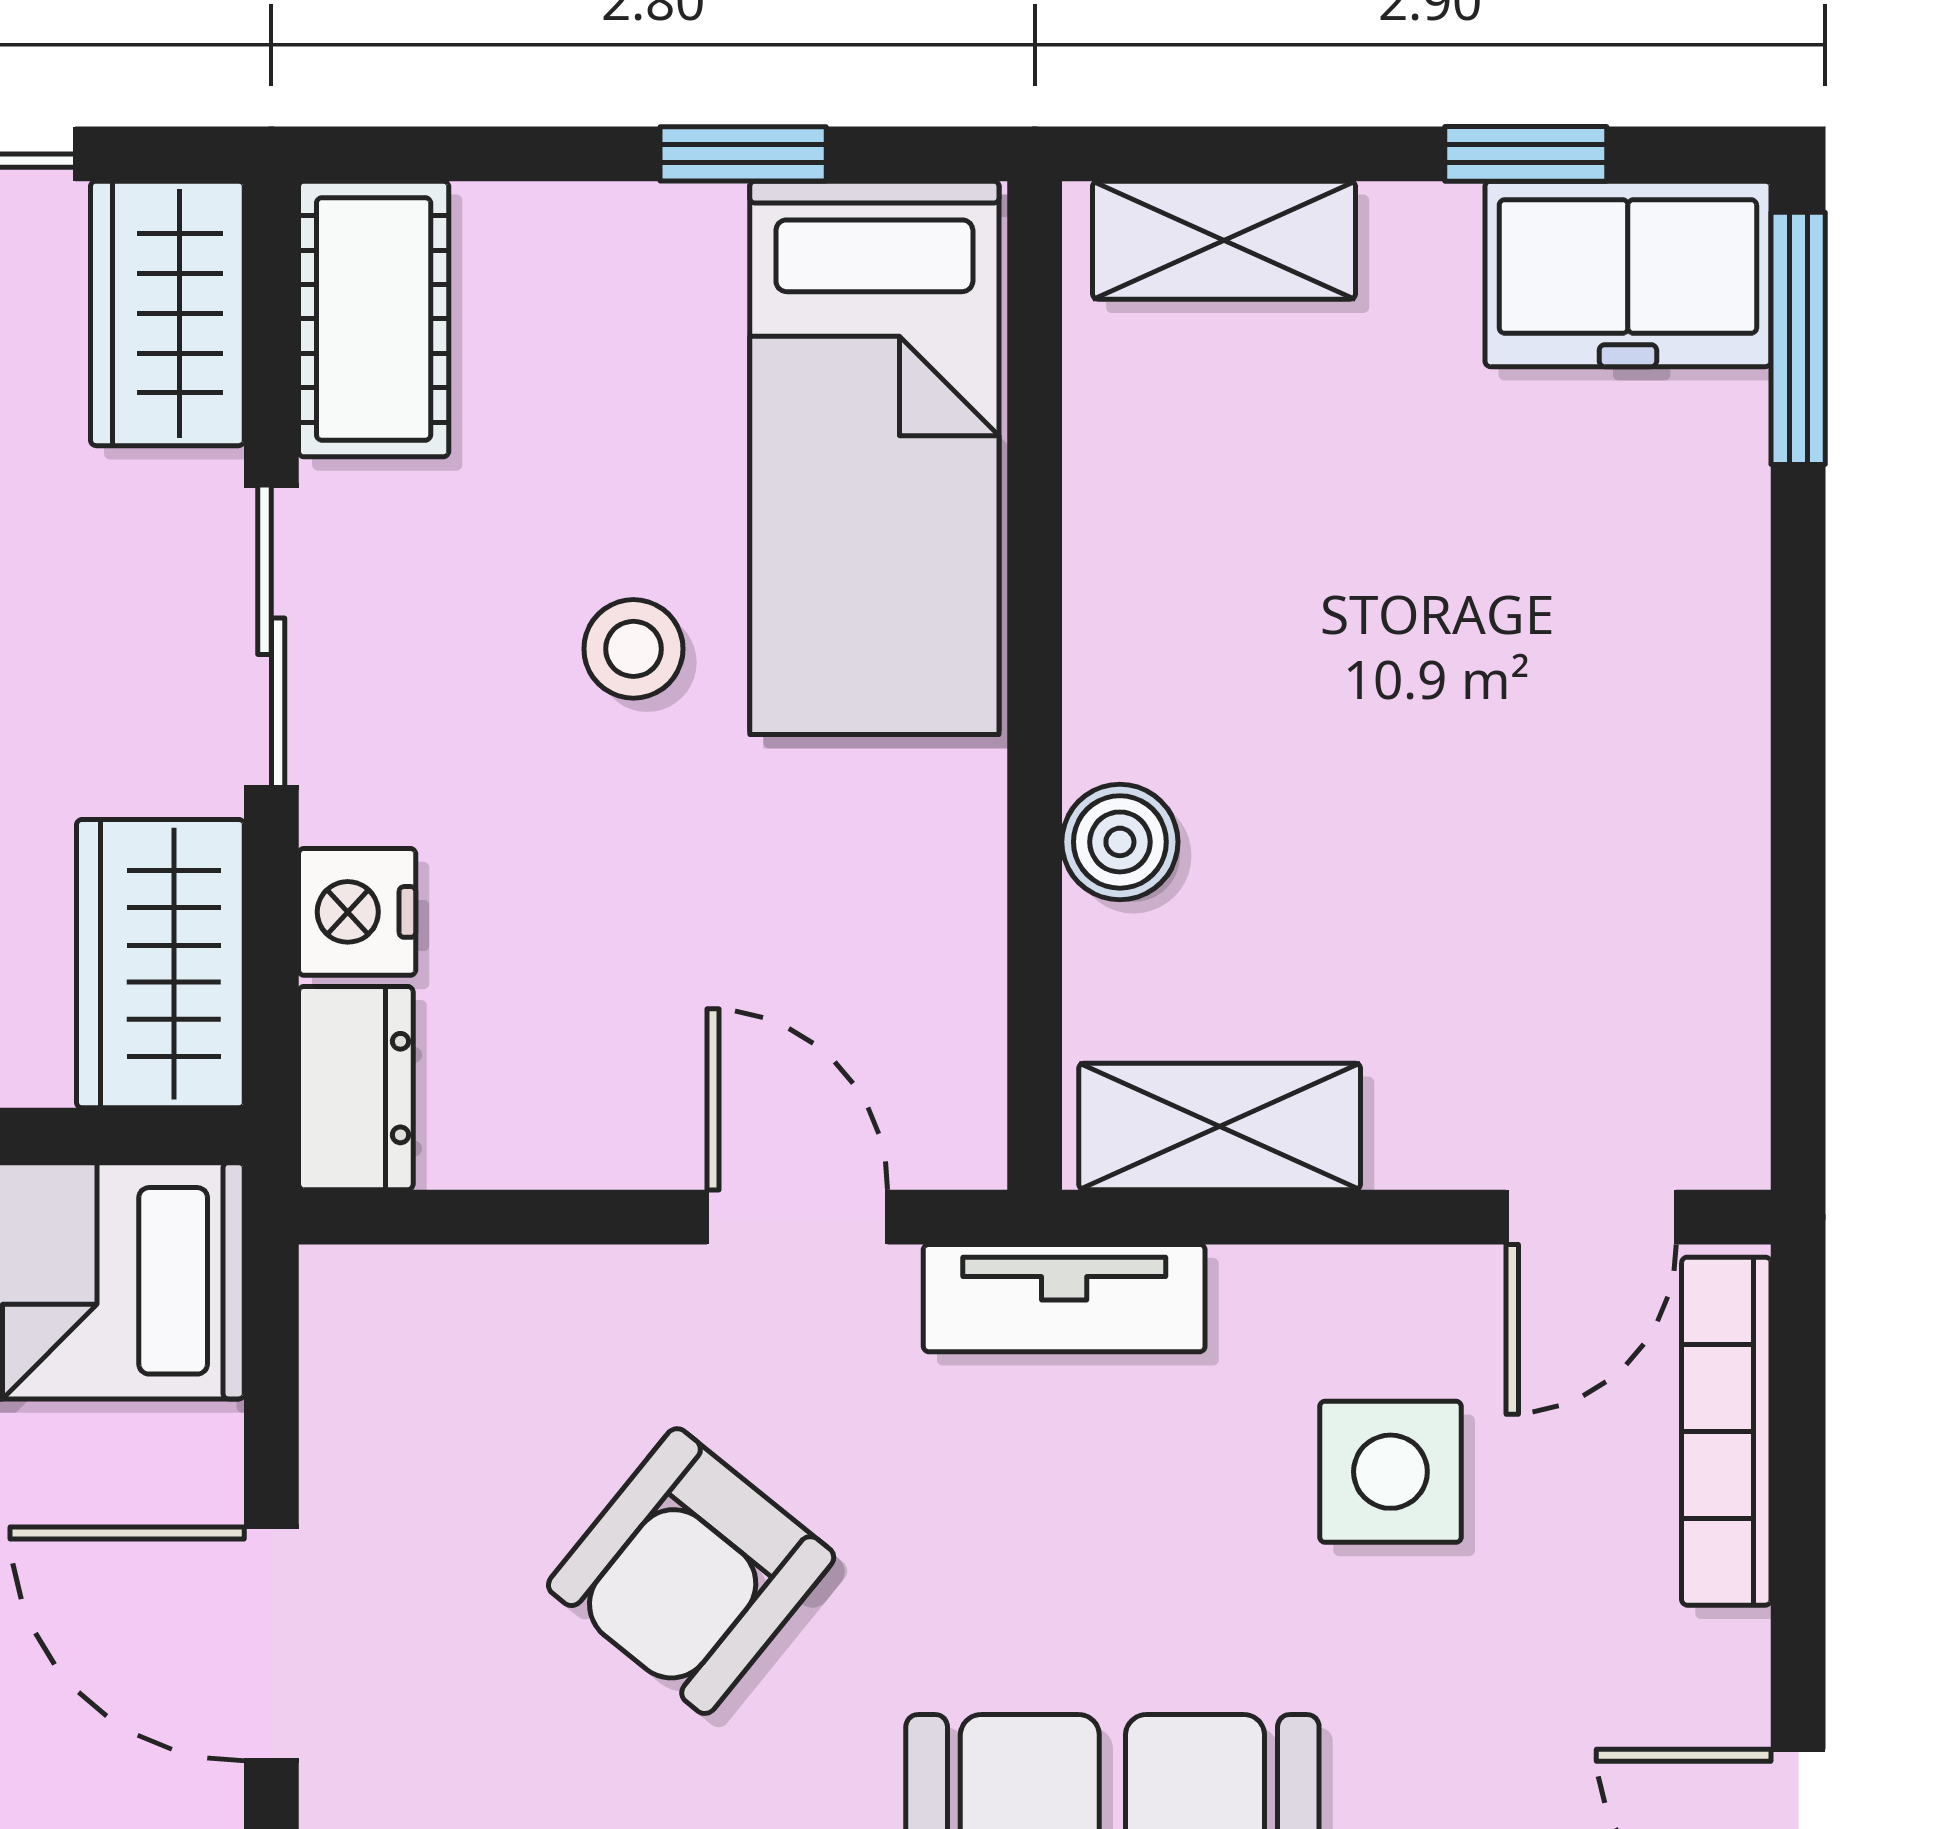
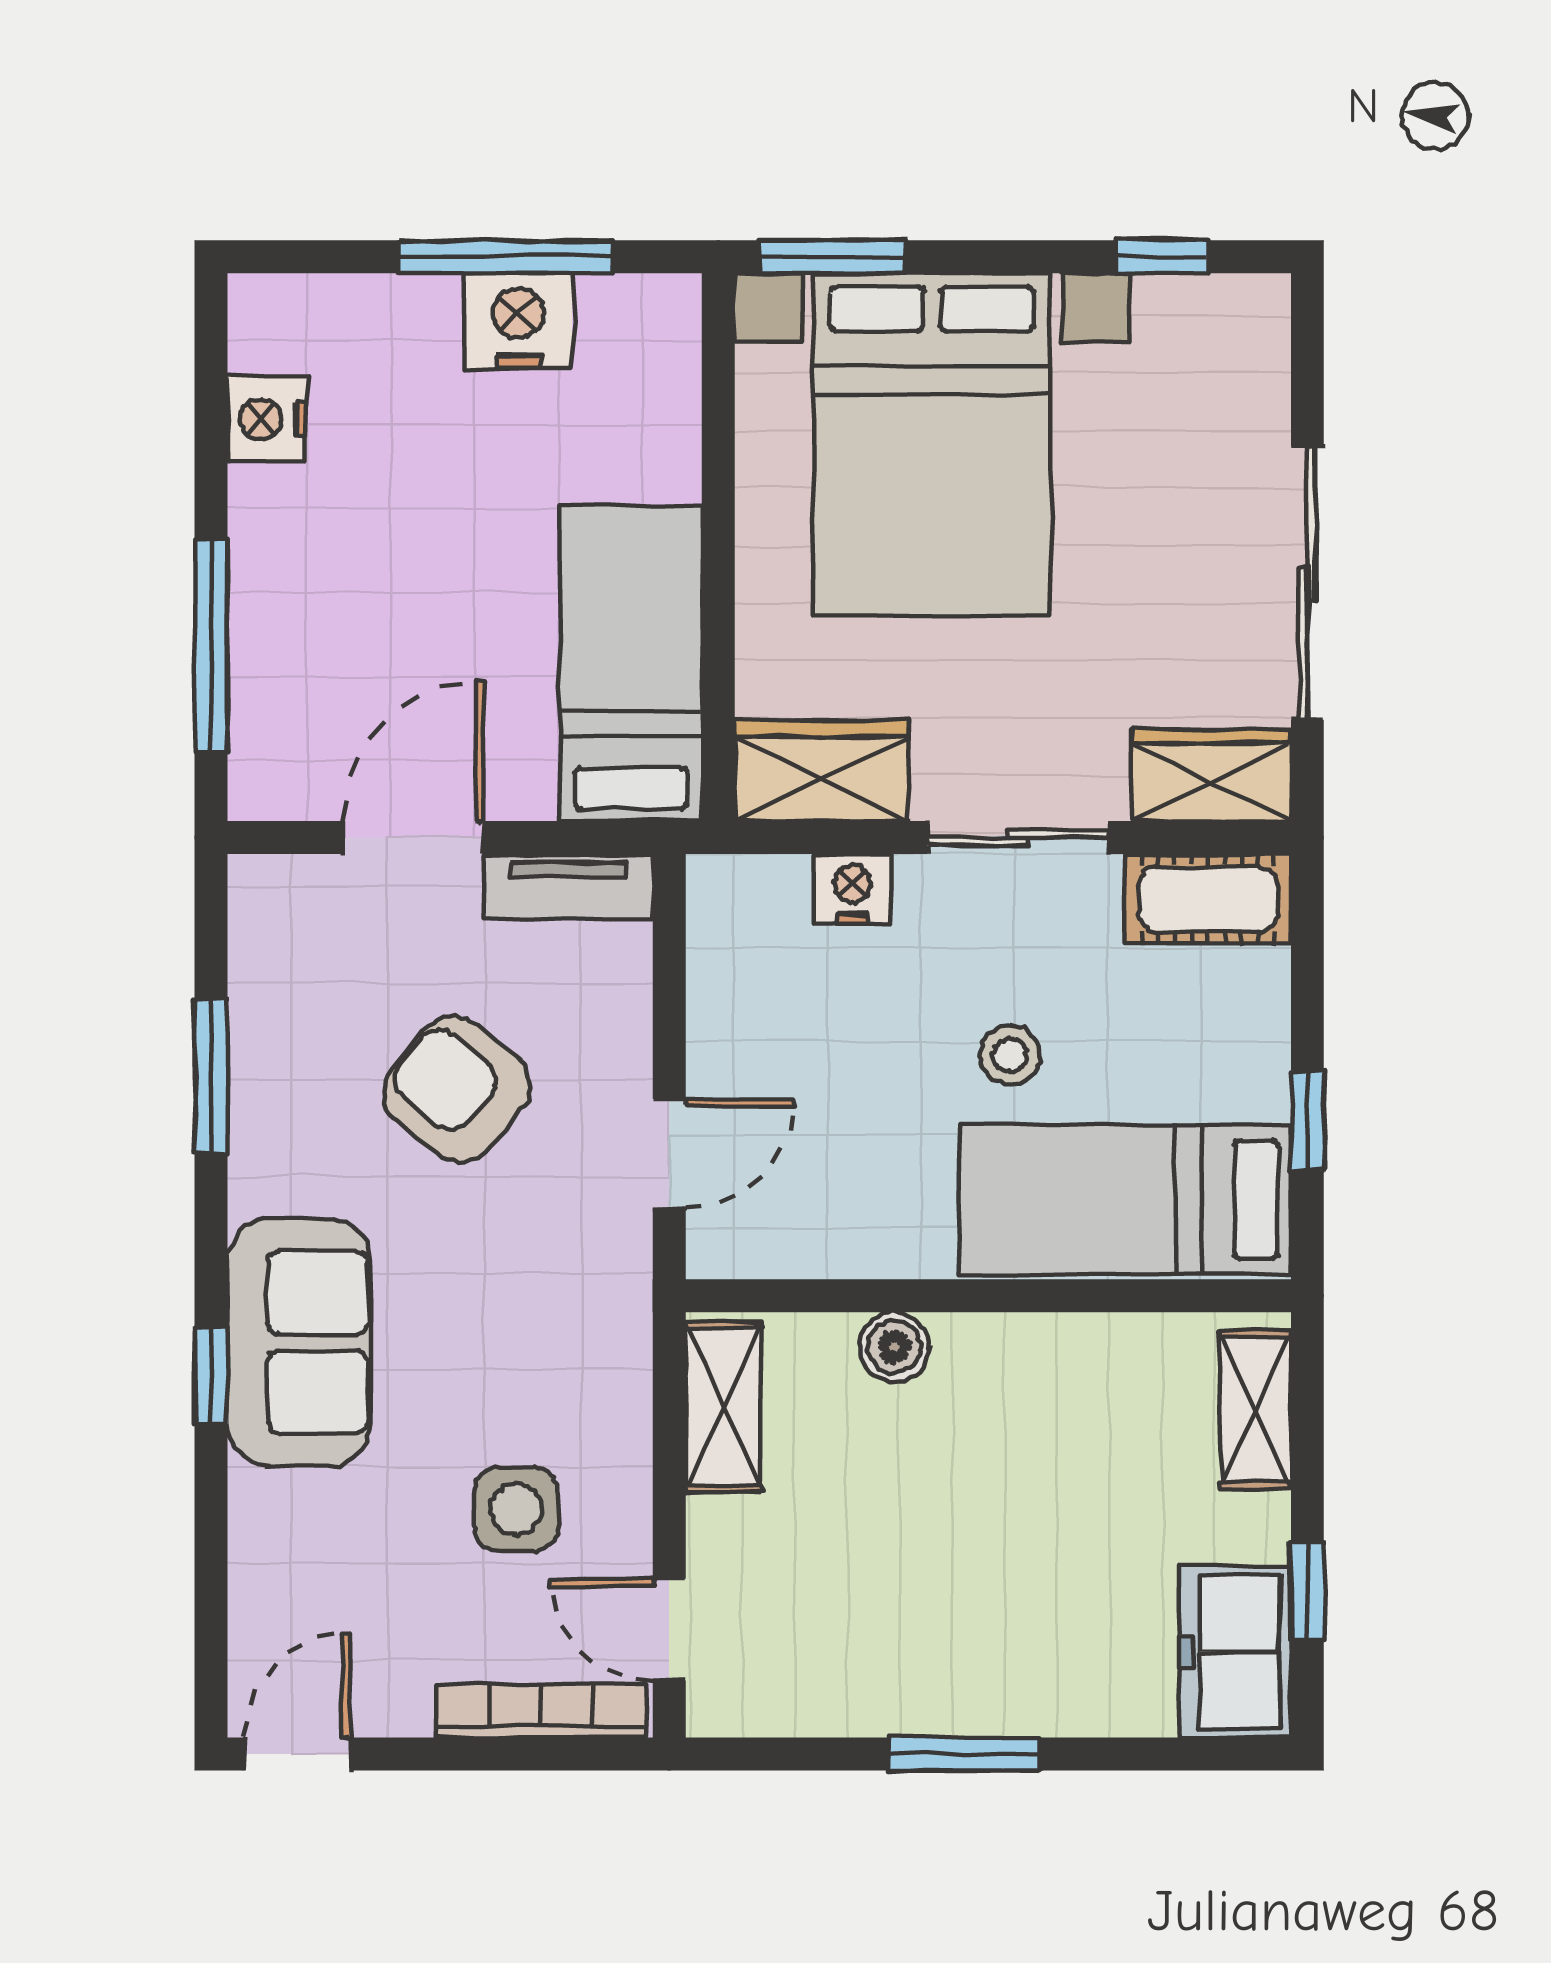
window: (1798, 338) -> (965, 1754), moved
dresser: (356, 1088) -> (747, 888), removed
tv unit: (1064, 1298) -> (568, 886), moved, turned -90

